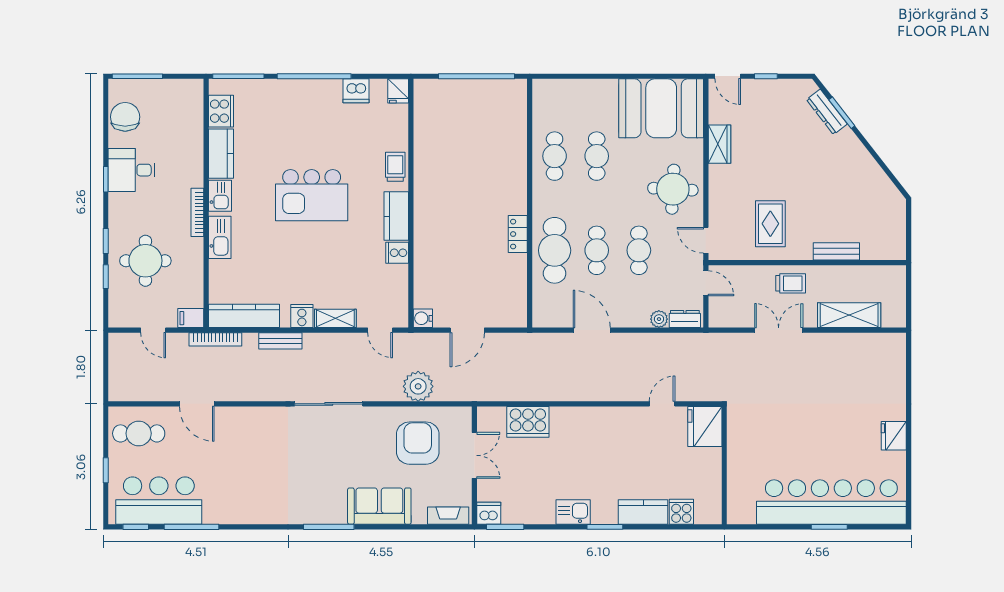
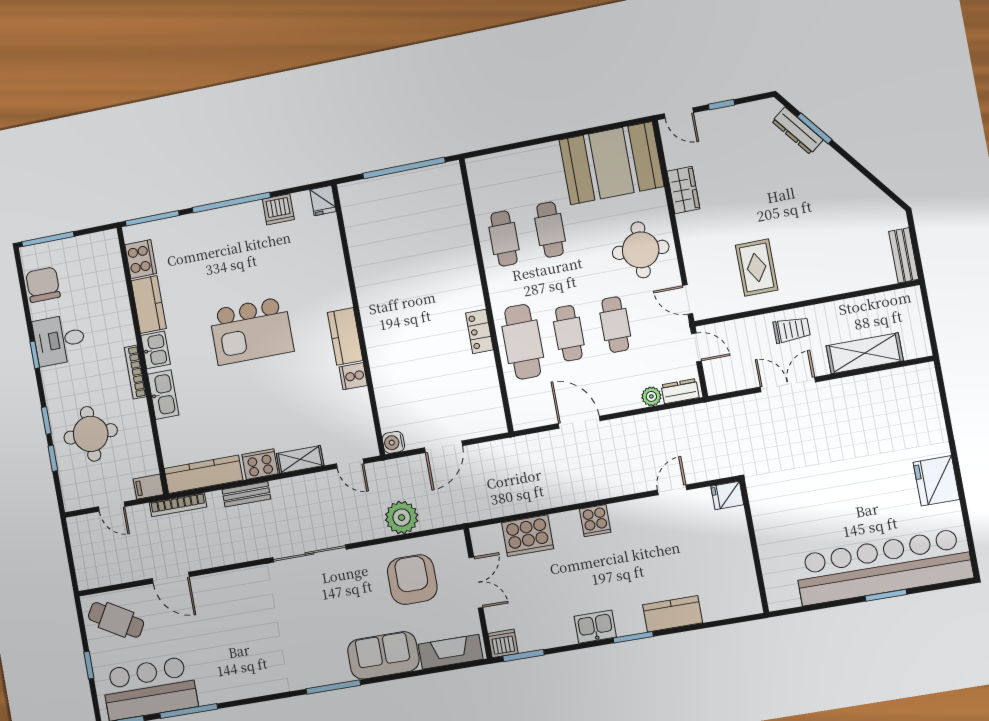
trolley: (395, 167) -> (335, 283), removed
bench: (836, 251) -> (904, 255), moved, turned 90
cooker: (302, 316) -> (260, 464), width x1.36
fridge: (705, 426) -> (727, 495), width x0.53, depth x0.75
cafe table: (139, 433) -> (116, 620), turned 30
fridge: (894, 436) -> (936, 481), width x1.36, depth x1.34
cooker: (681, 512) -> (595, 521), moved, turned 180
fireplace: (448, 516) -> (451, 652), width x1.37, depth x1.32

